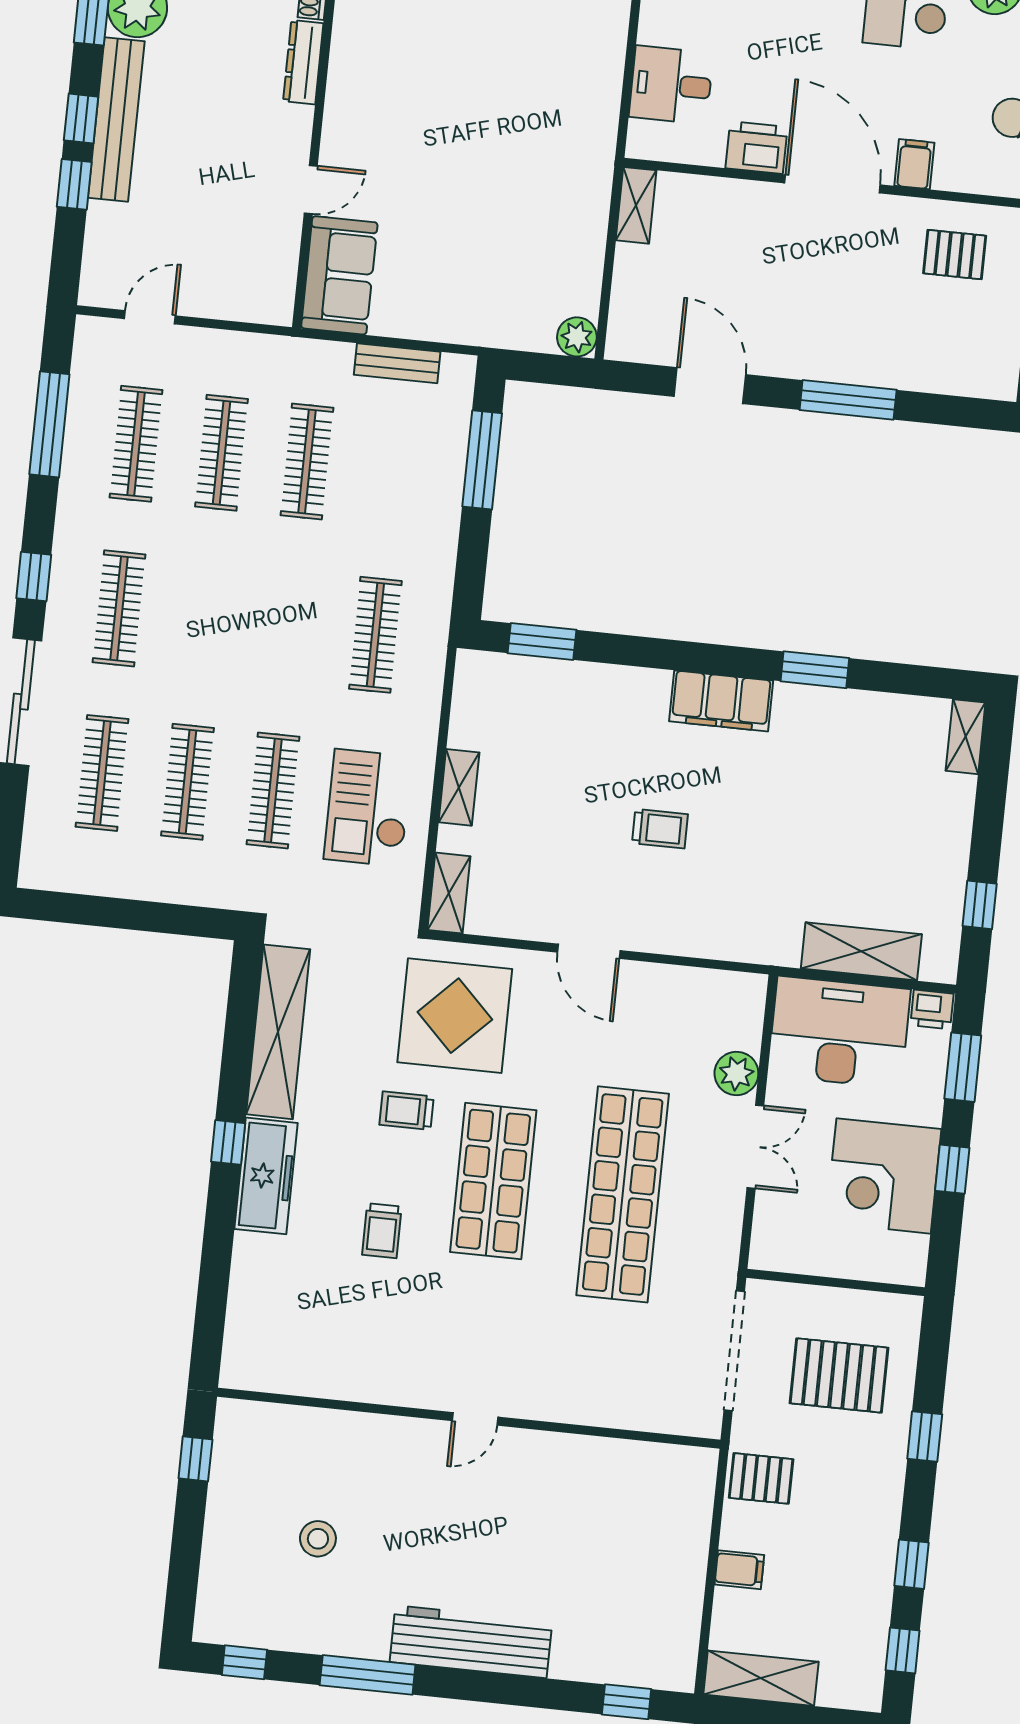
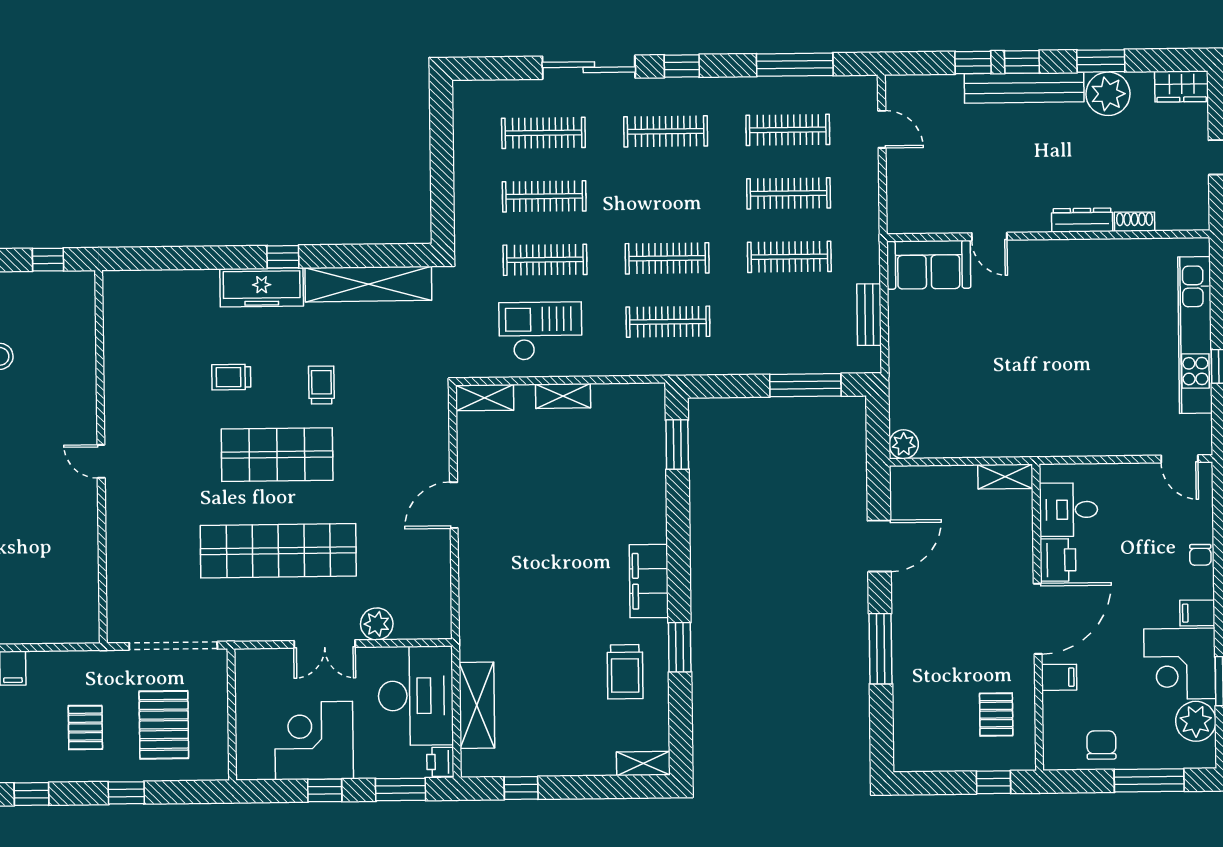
desk: (671, 85) -> (1069, 510), moved, turned -90
clothes rail: (290, 626) -> (667, 258), added
trolley: (660, 829) -> (625, 672), moved, width x1.36, depth x1.39
display table: (455, 1016) -> (395, 412), removed
pallet: (761, 1478) -> (85, 727), moved

